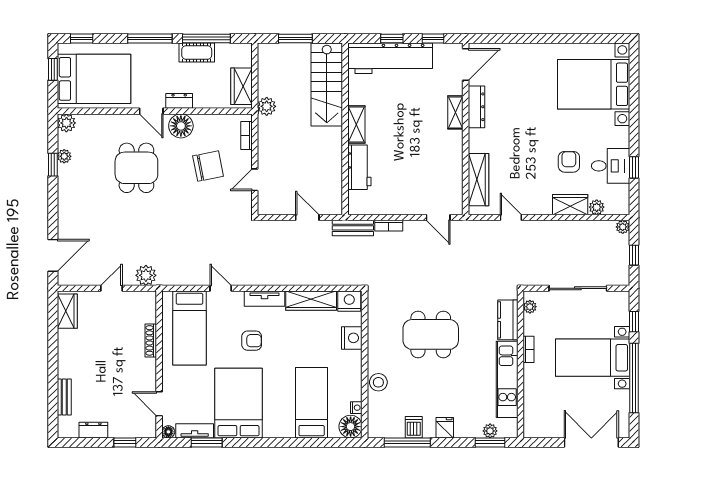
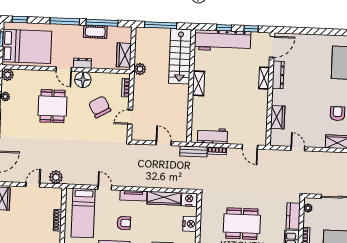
window: (295, 38) -> (161, 25), width x1.44
chair: (208, 166) -> (100, 107), turned -108
workbench: (359, 167) -> (212, 136), moved, turned -90
wardrobe: (478, 180) -> (278, 117), width x0.67

